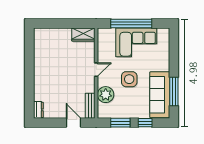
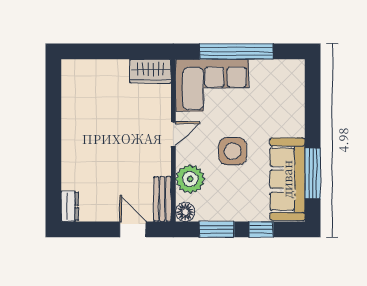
corner sofa: (136, 42) -> (212, 85), moved
floor lamp: (103, 113) -> (185, 212), added

